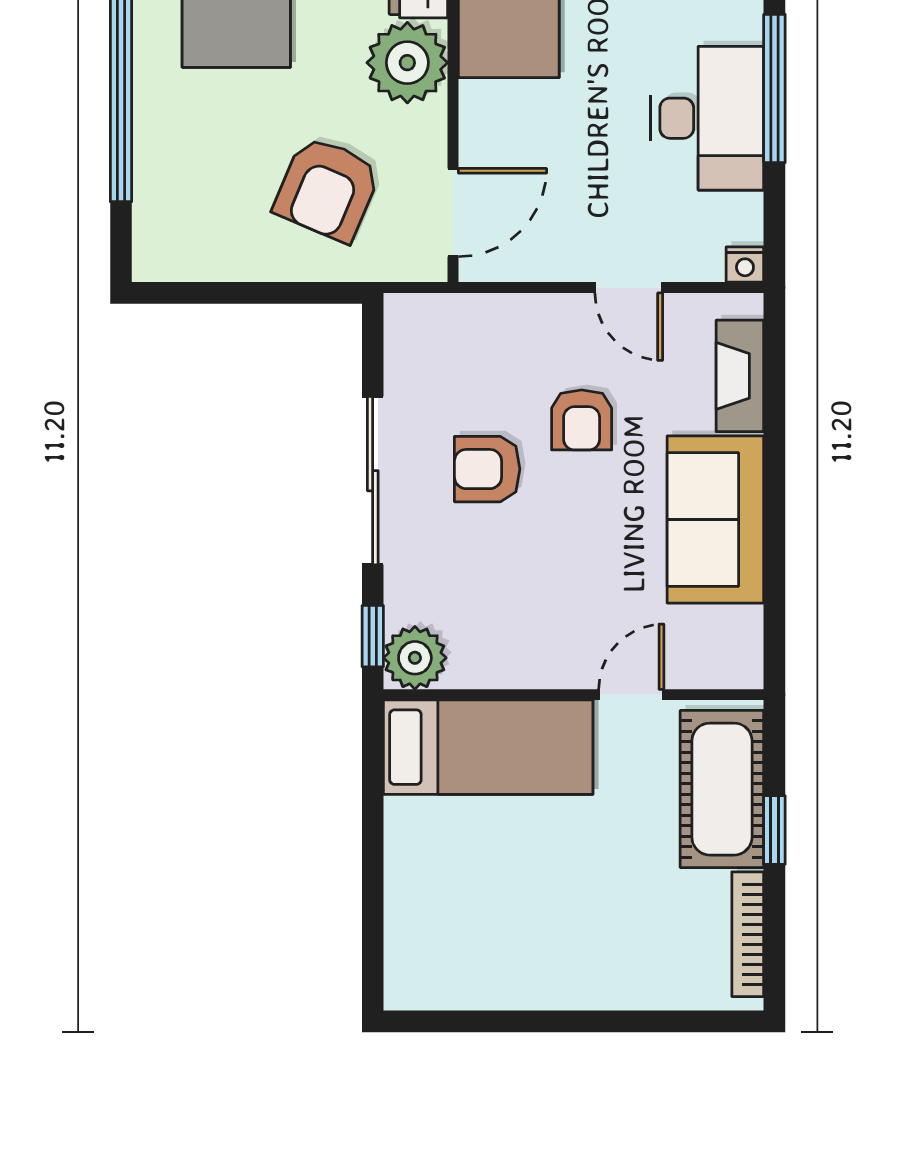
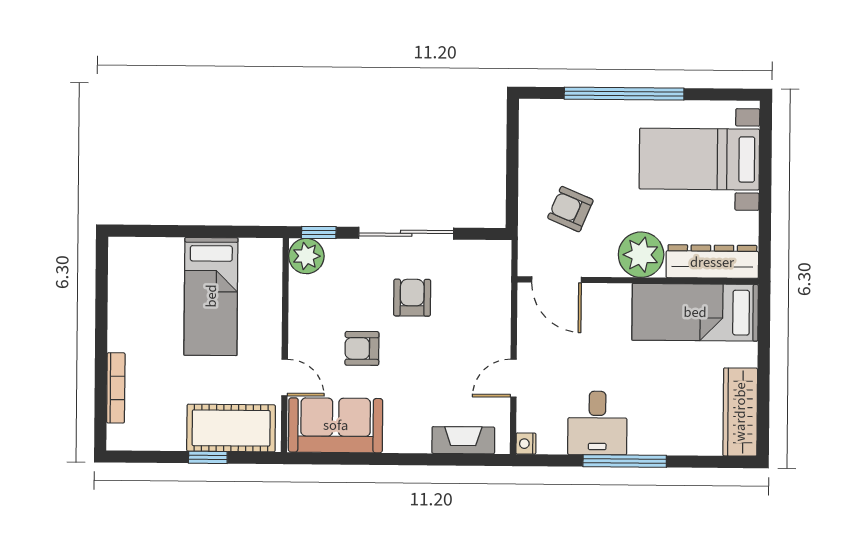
desk: (707, 118) -> (597, 423), width x0.73
armchair: (327, 189) -> (570, 209), width x0.72, depth x0.72
armchair: (582, 420) -> (362, 348), moved
sofa: (715, 520) -> (336, 425), moved
bed: (488, 747) -> (211, 296), moved
bookcase: (748, 934) -> (116, 388), moved, turned 90

